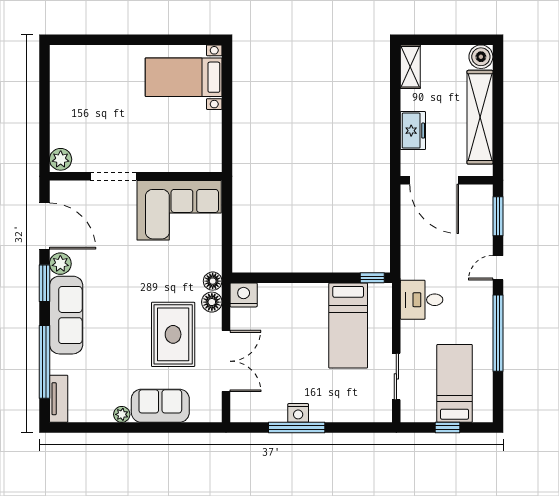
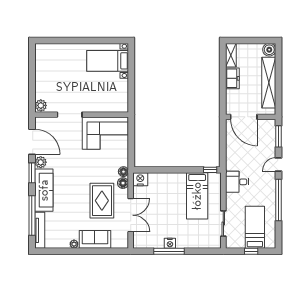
freezer: (413, 131) -> (232, 78), moved
tv unit: (59, 399) -> (40, 230), width x1.41

